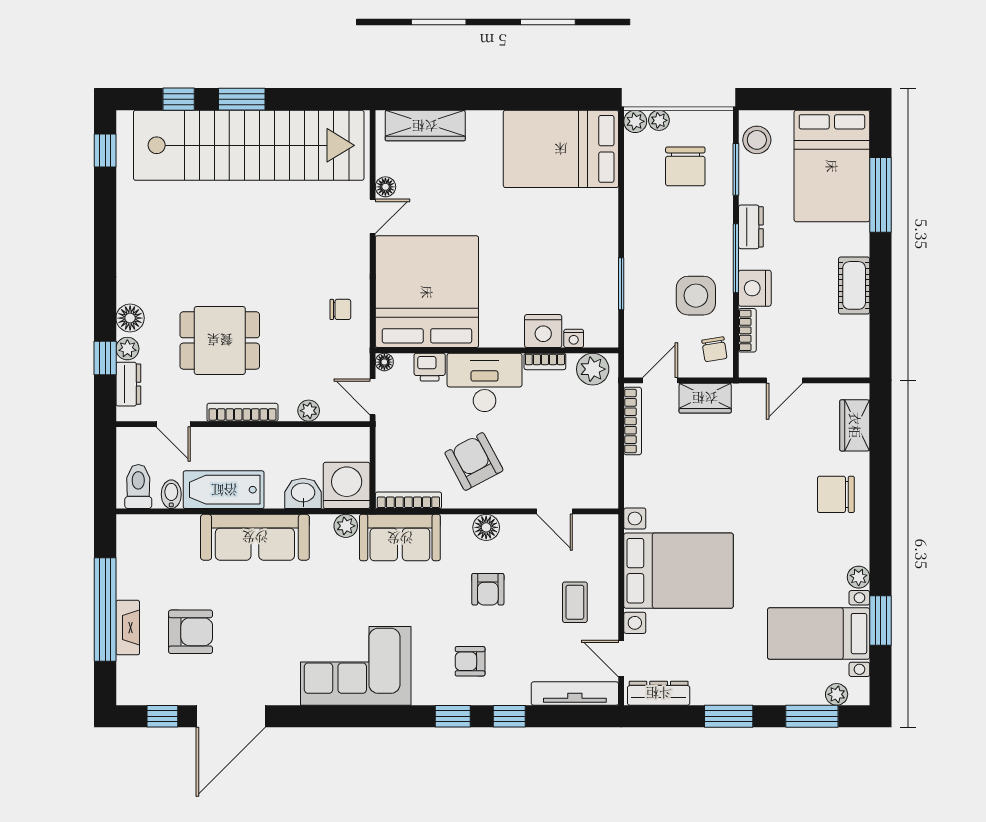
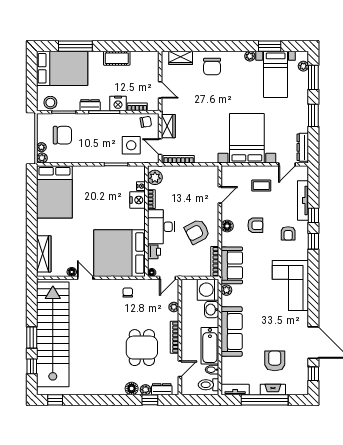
side table: (696, 296) -> (131, 145), moved
tv unit: (128, 545) -> (235, 390), added
tv unit: (575, 694) -> (303, 200), moved

